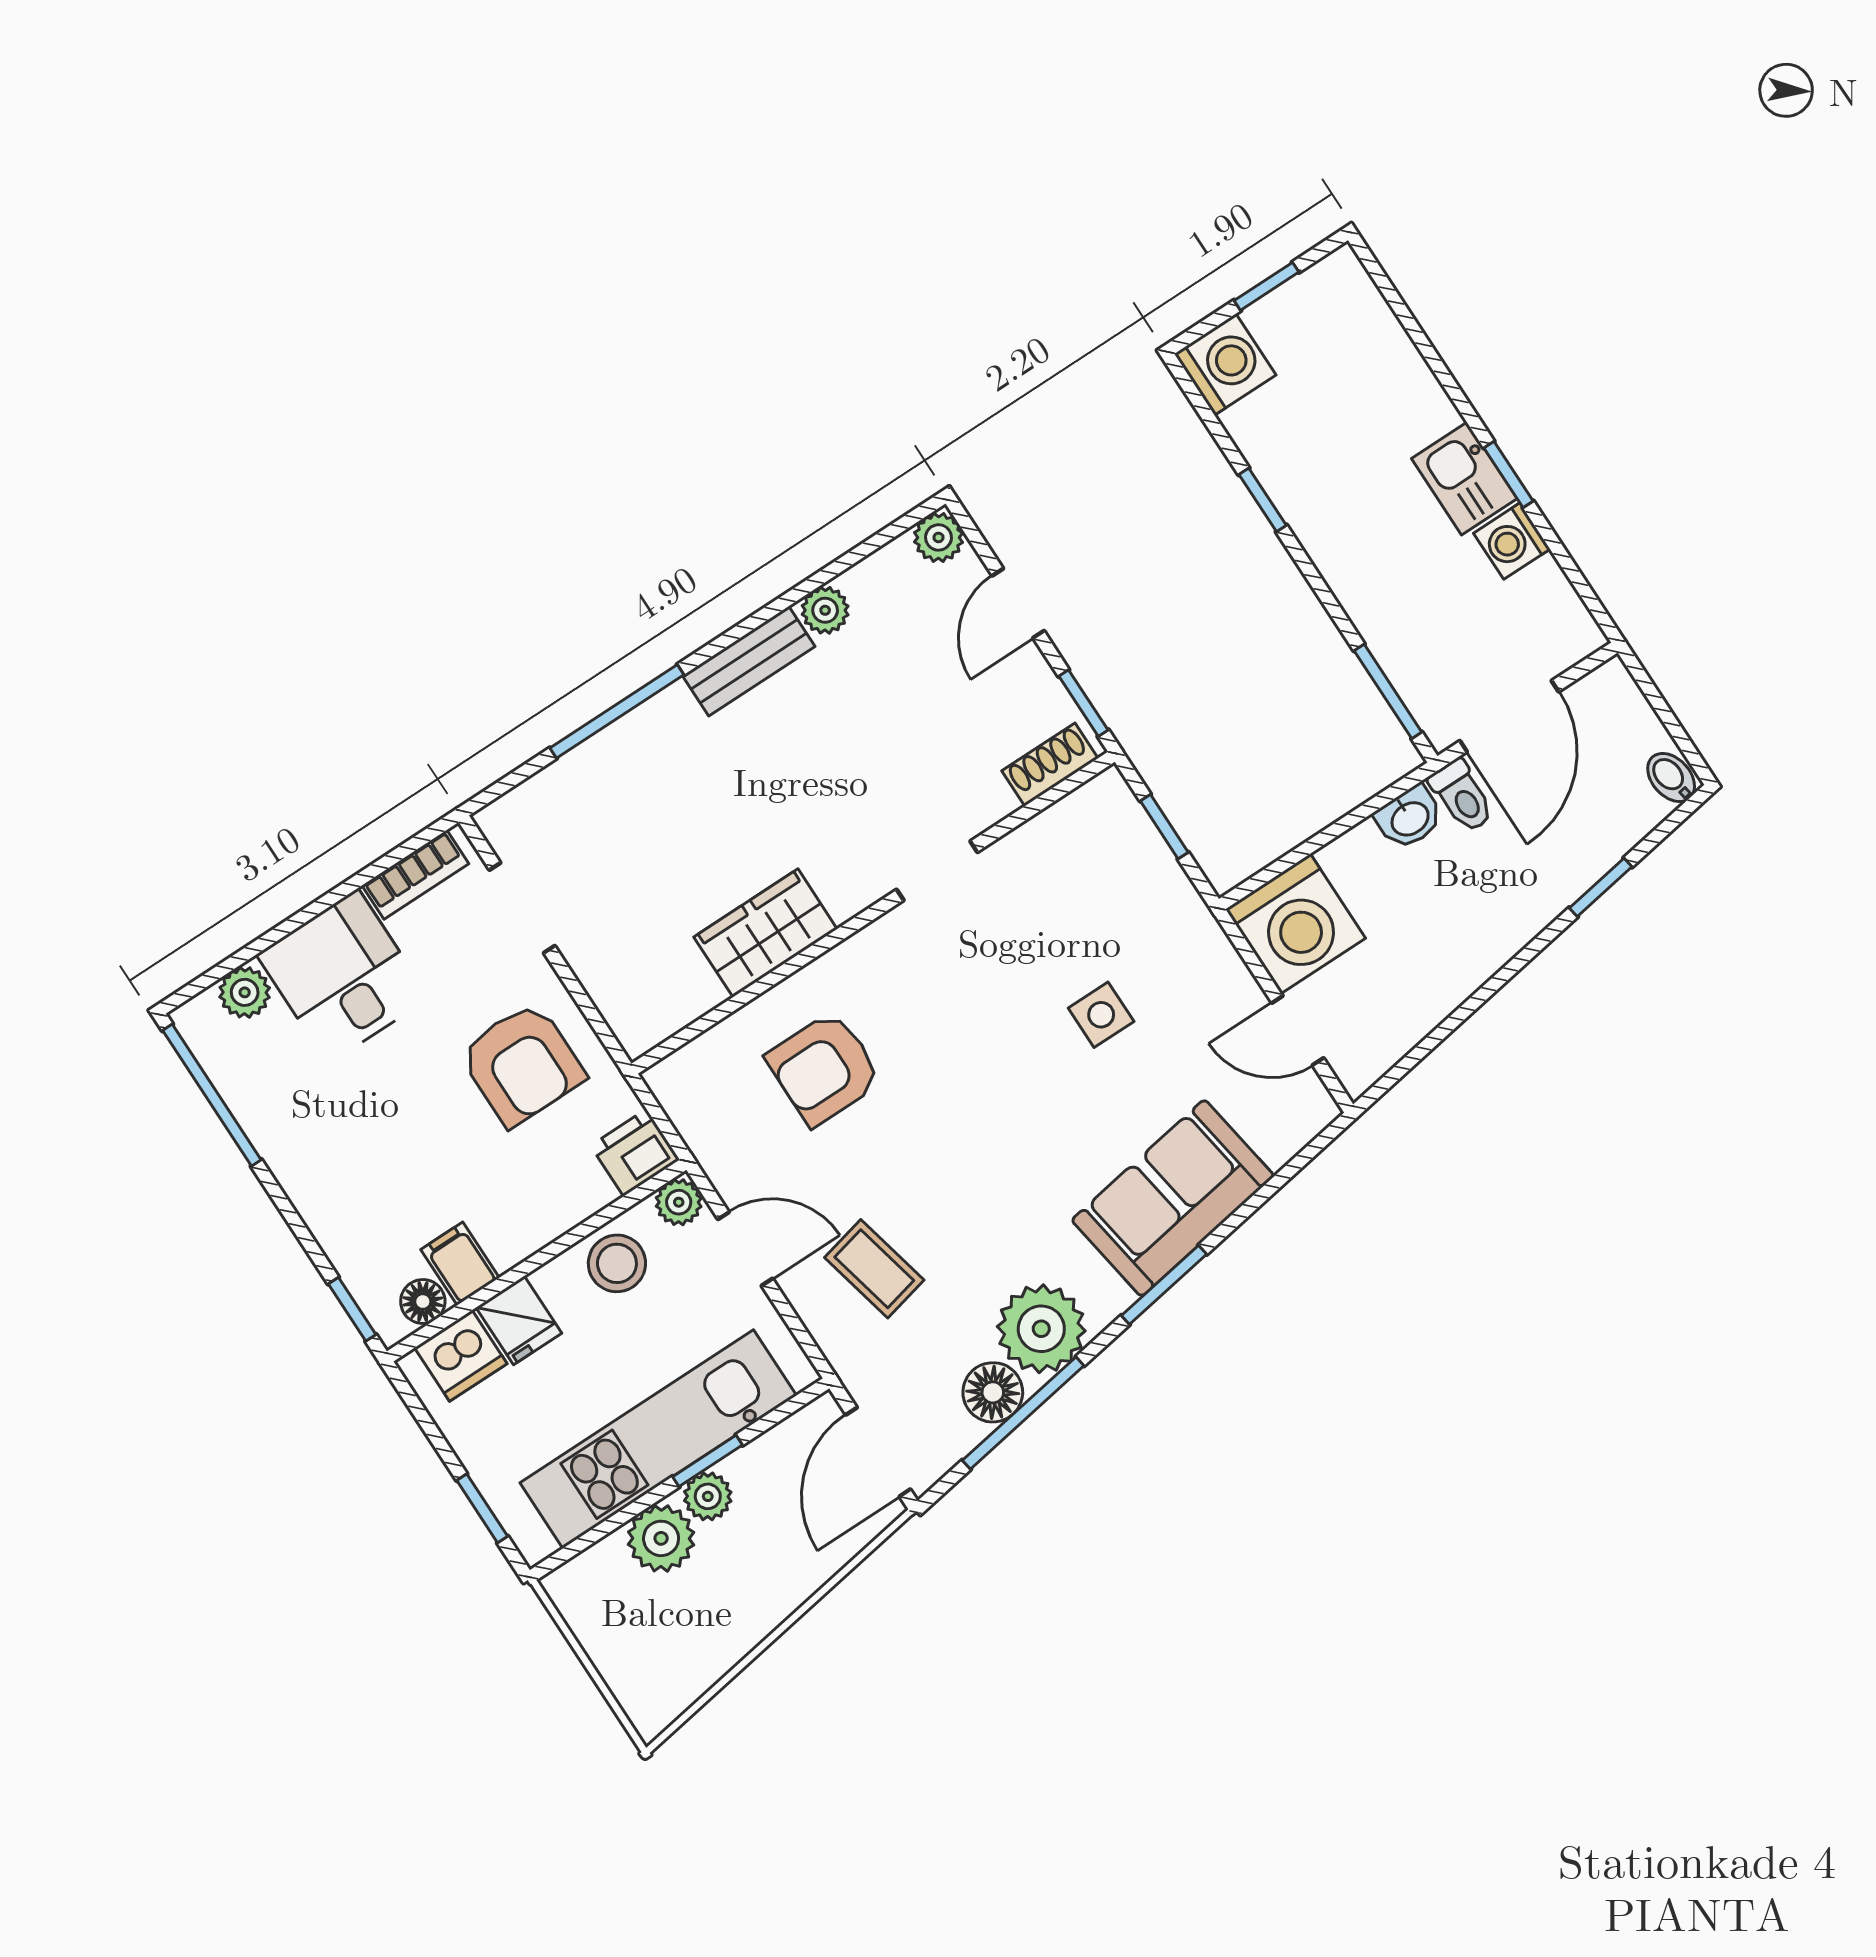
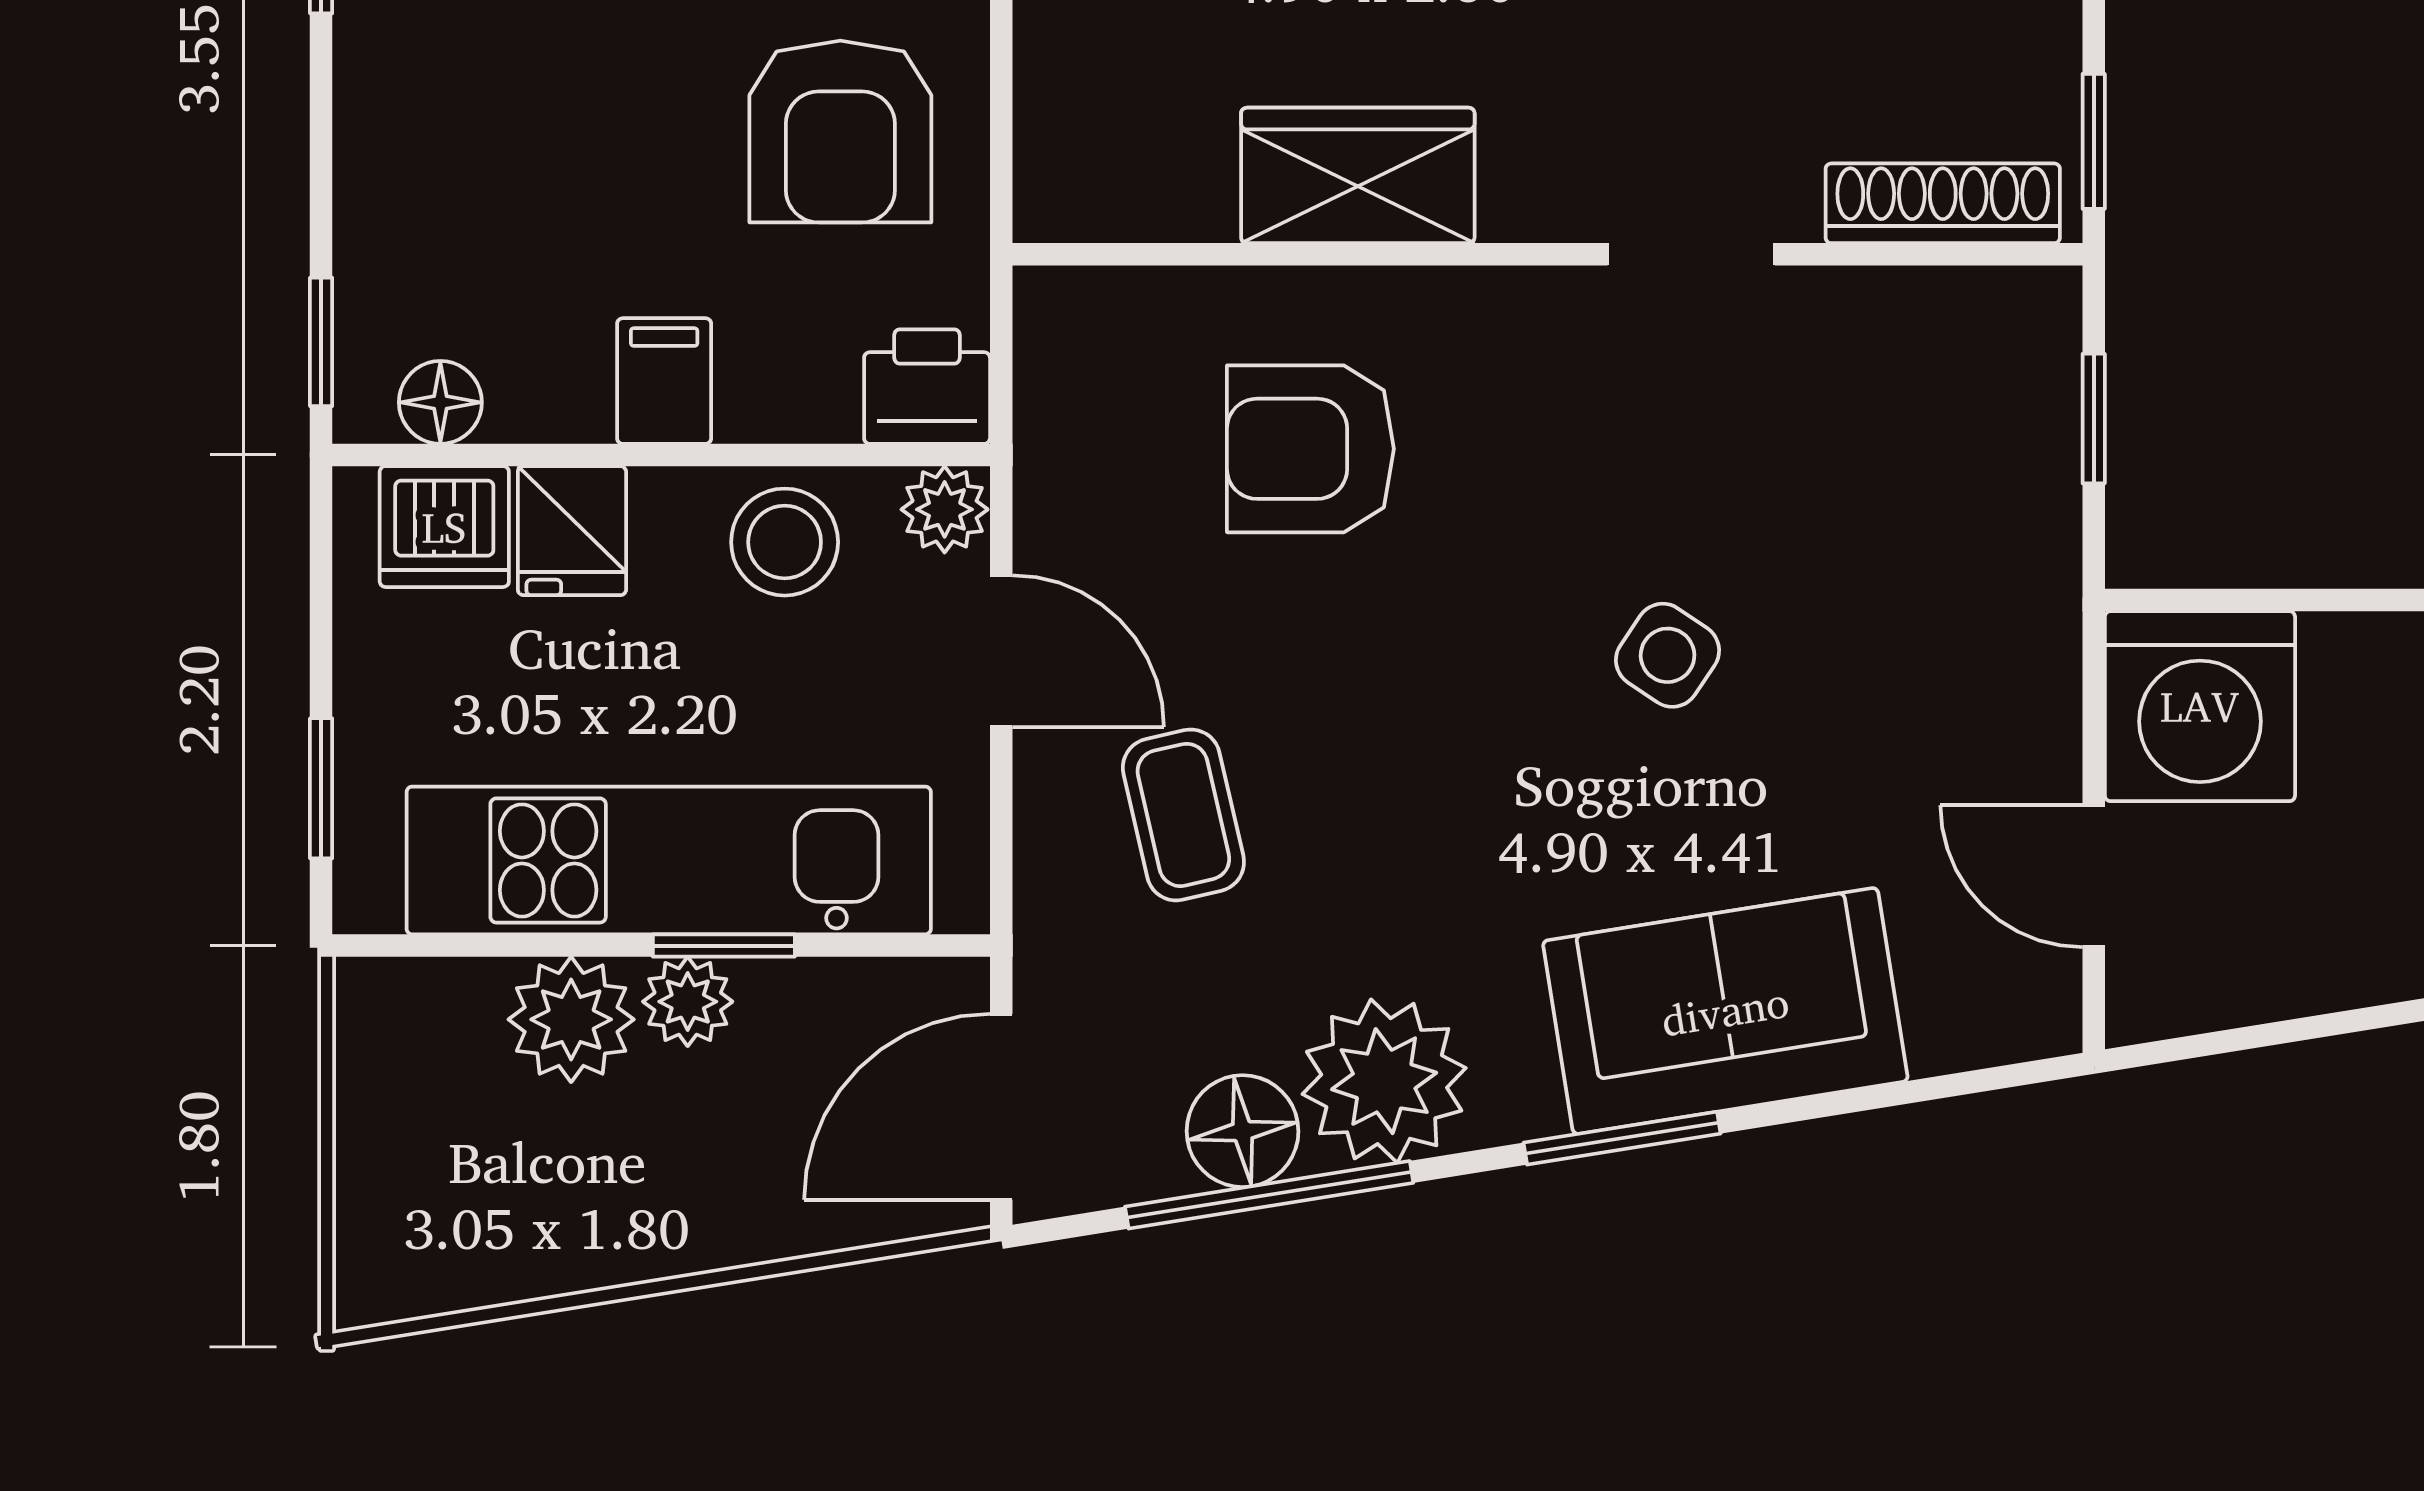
shoe rack: (1050, 764) -> (1943, 203), width x1.43
side table: (1101, 1015) -> (1668, 655), moved, turned 34
filing cabinet: (460, 1264) -> (664, 381), moved

